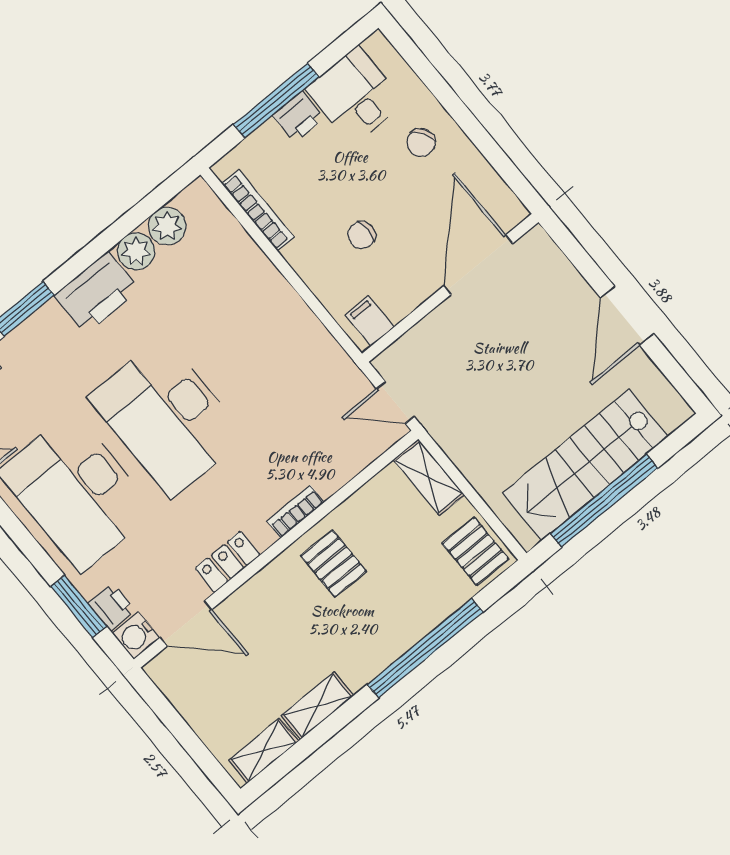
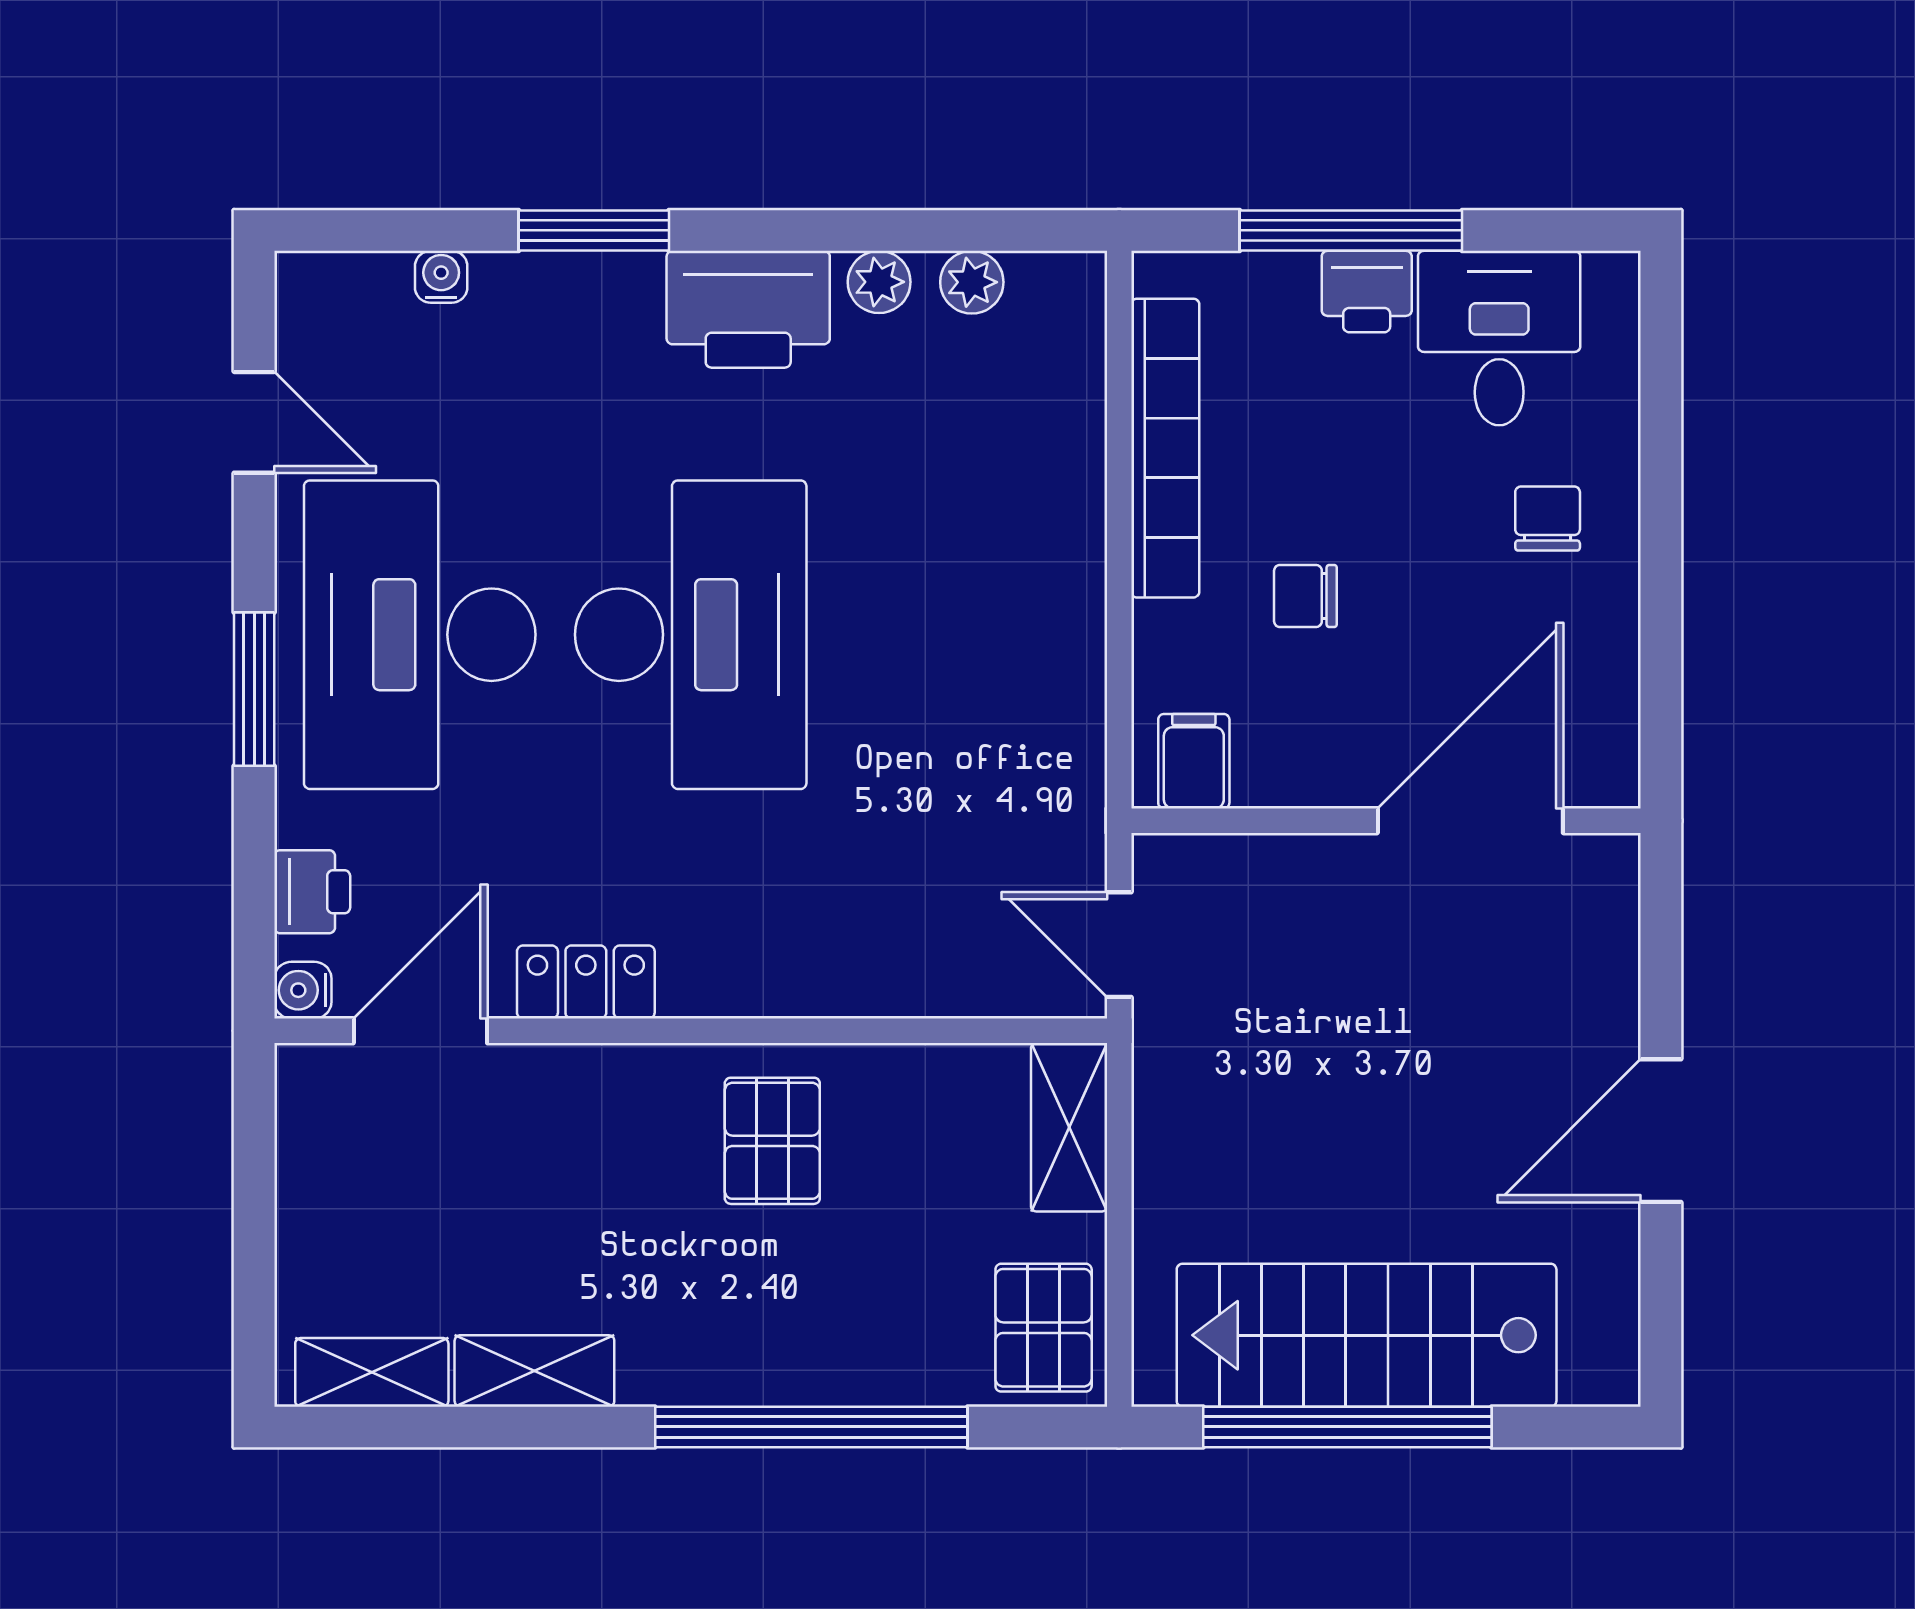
chair: (421, 143) -> (1548, 518), turned 121
bookcase: (258, 210) -> (1165, 448), width x1.48, depth x1.31
plant: (167, 226) -> (972, 282), width x0.73, depth x0.73
plant: (136, 251) -> (879, 282), width x0.73, depth x0.73
desk: (167, 417) -> (691, 635), turned 180
bookcase: (296, 512) -> (781, 993), removed
window: (79, 606) -> (254, 689), moved
door: (186, 623) -> (420, 1031), swing flipped
water cooler: (136, 636) -> (303, 990), width x0.72, depth x0.72

